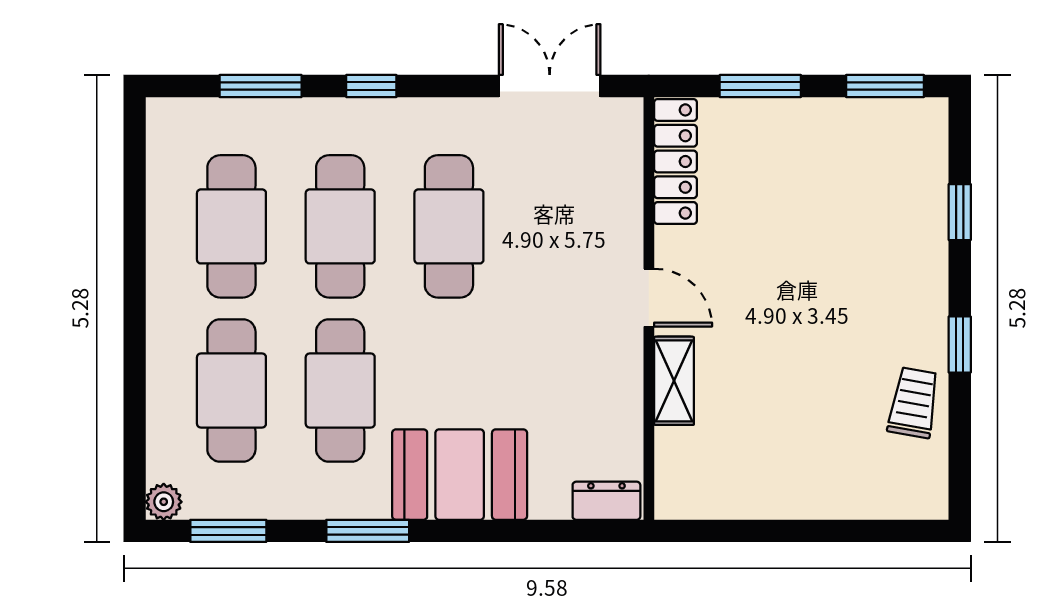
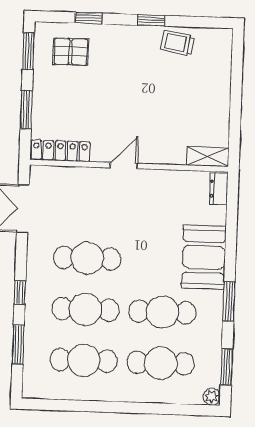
pallet: (887, 176) -> (71, 52), added
shelving: (674, 381) -> (208, 157), moved

